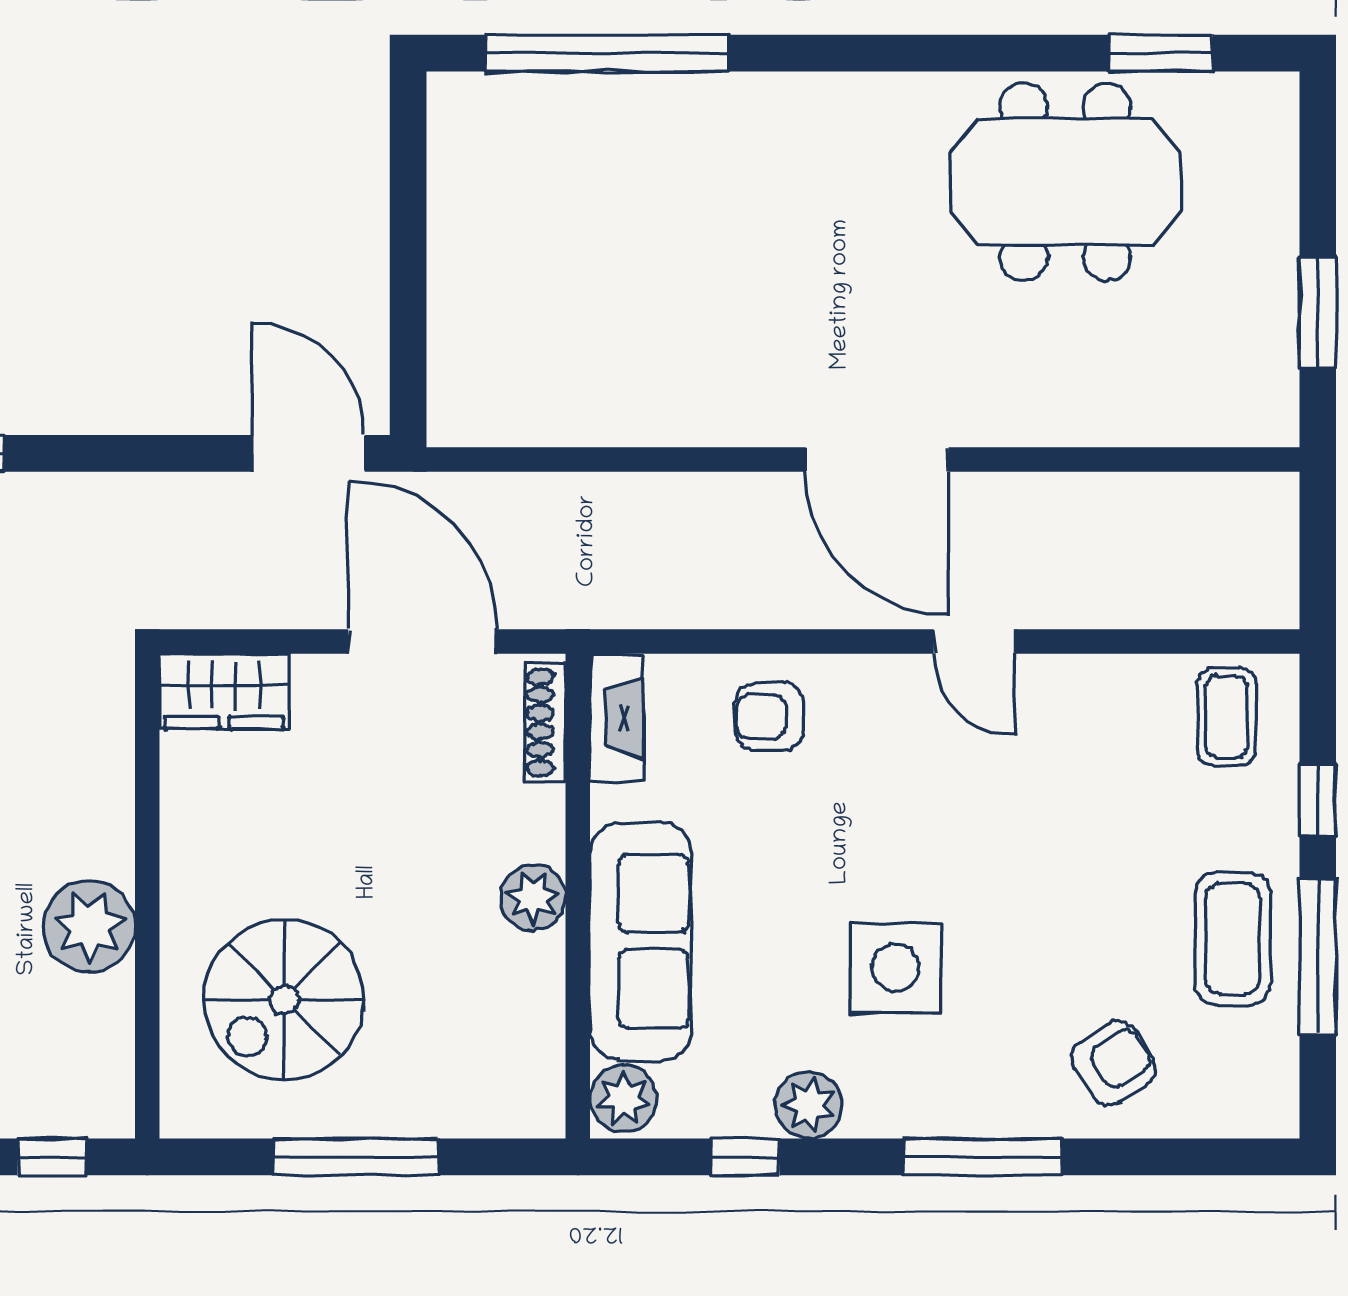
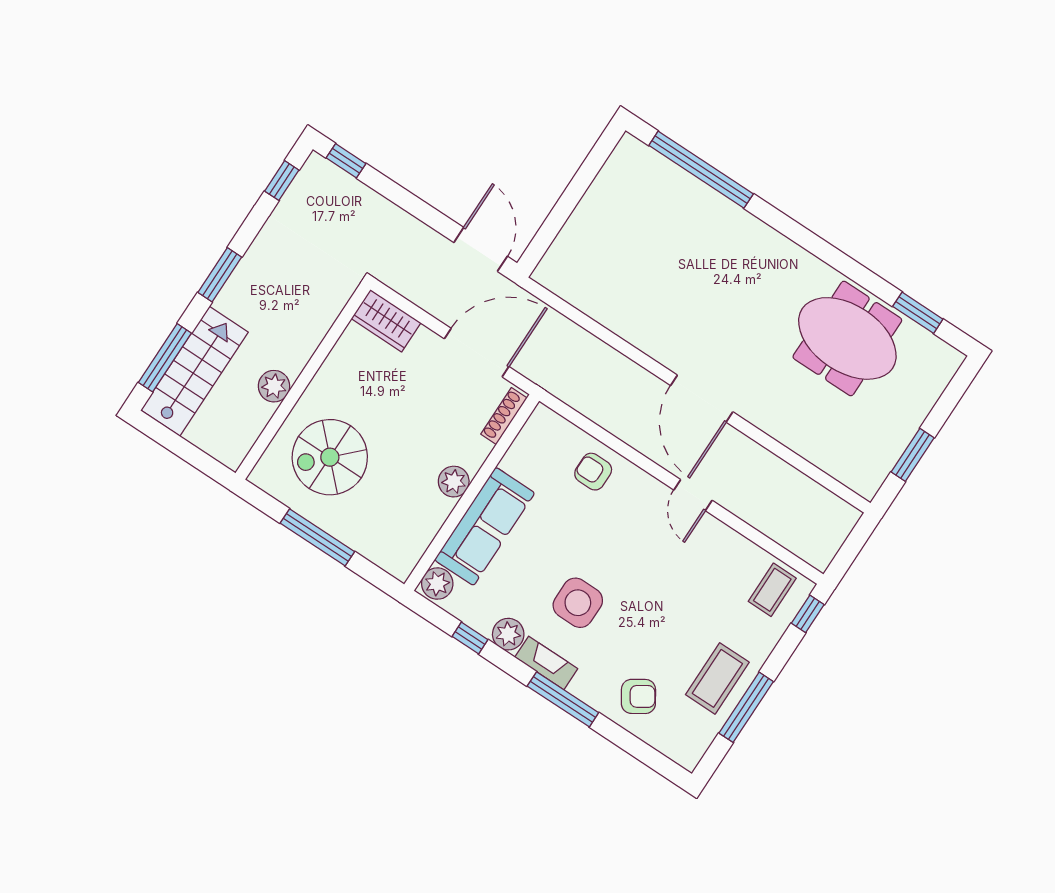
door: (422, 641) -> (477, 353), hinge flipped
fireplace: (617, 719) -> (546, 663), moved, turned -90
window: (1318, 800) -> (808, 614), moved
plant: (89, 927) -> (274, 386), width x0.73, depth x0.73
window: (52, 1157) -> (198, 459), removed

